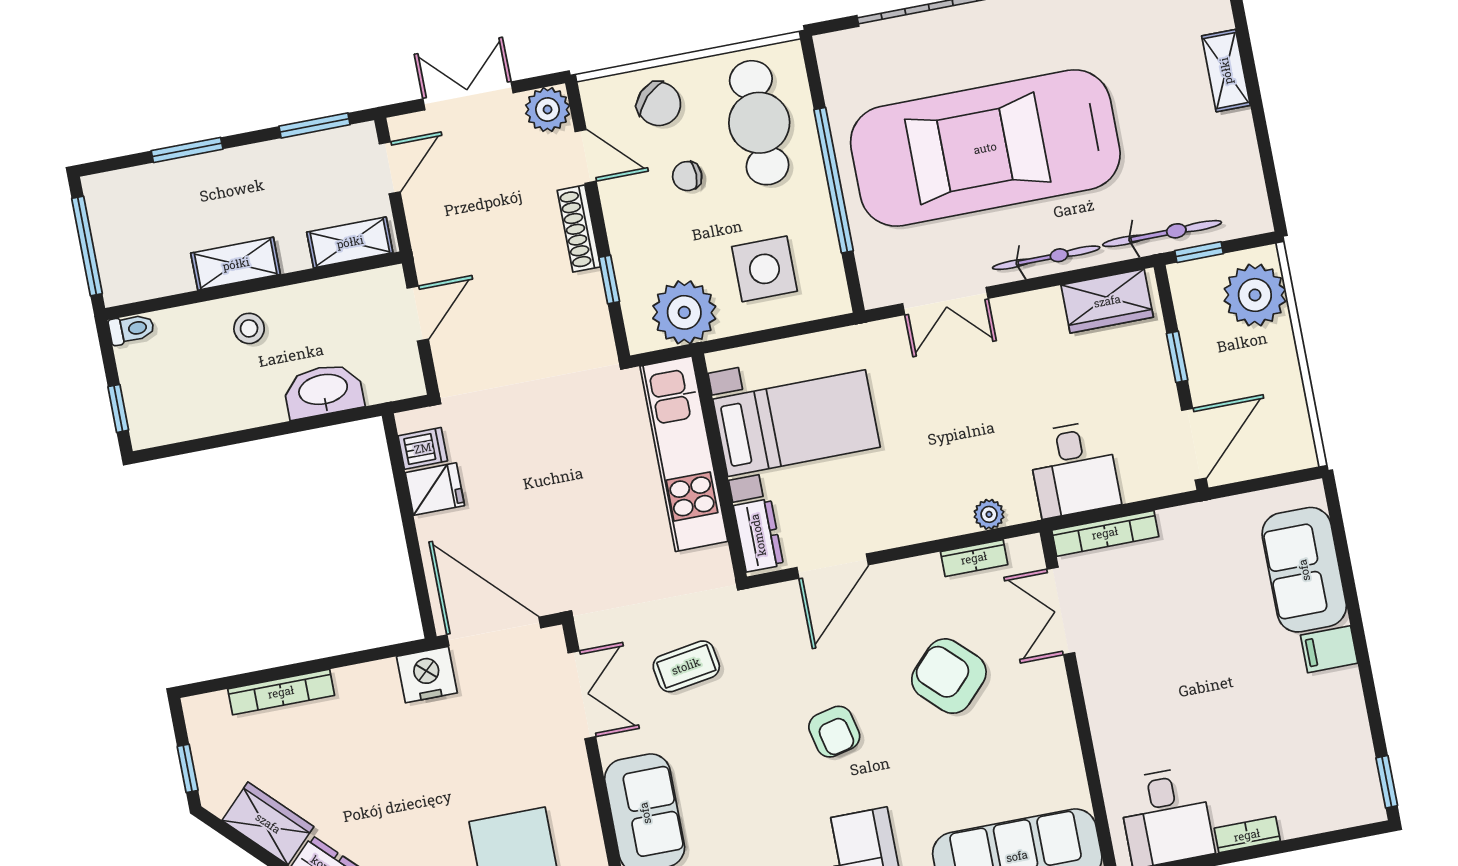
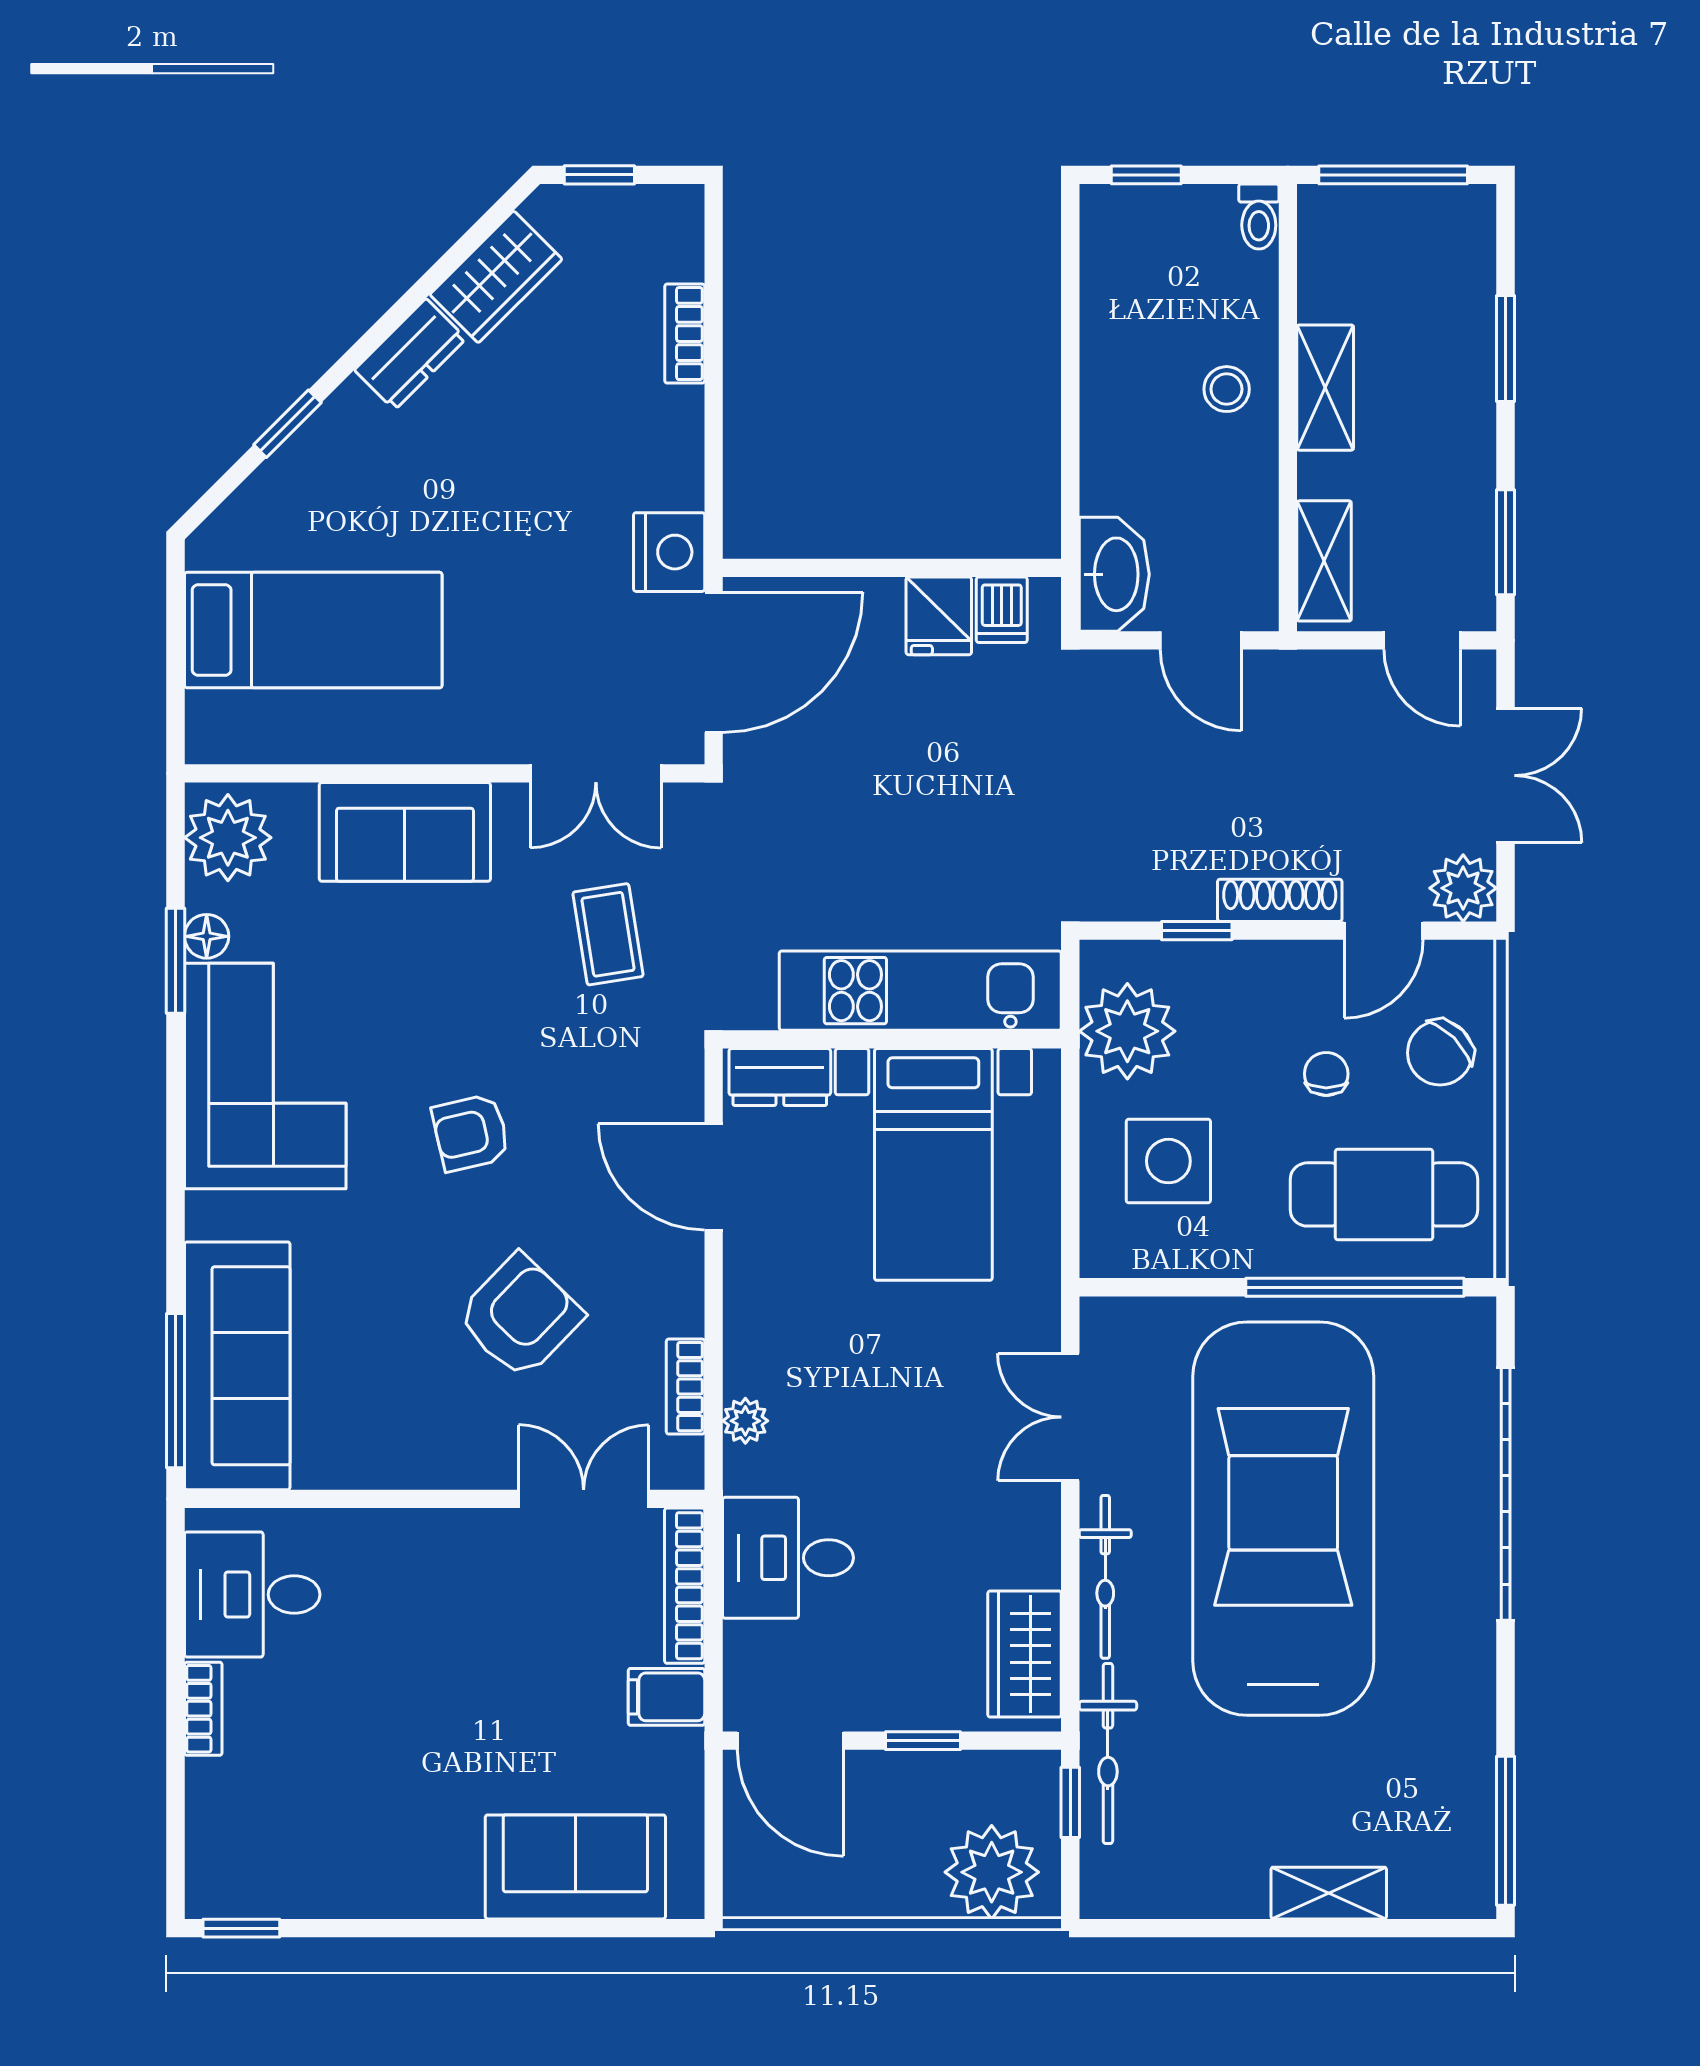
window: (834, 180) -> (1355, 1287), moved
washbasin: (323, 391) -> (1114, 574), moved
filing cabinet: (1329, 649) -> (666, 1697), moved, turned -90
bookcase: (281, 692) -> (685, 334), width x0.64

